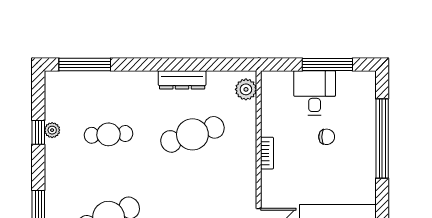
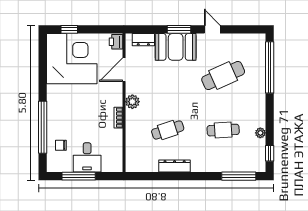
plant: (246, 89) -> (132, 102), moved
window: (38, 132) -> (270, 153), moved
cafe table: (192, 134) -> (168, 130), width x0.73, depth x0.74
chair: (327, 137) -> (61, 145), moved

